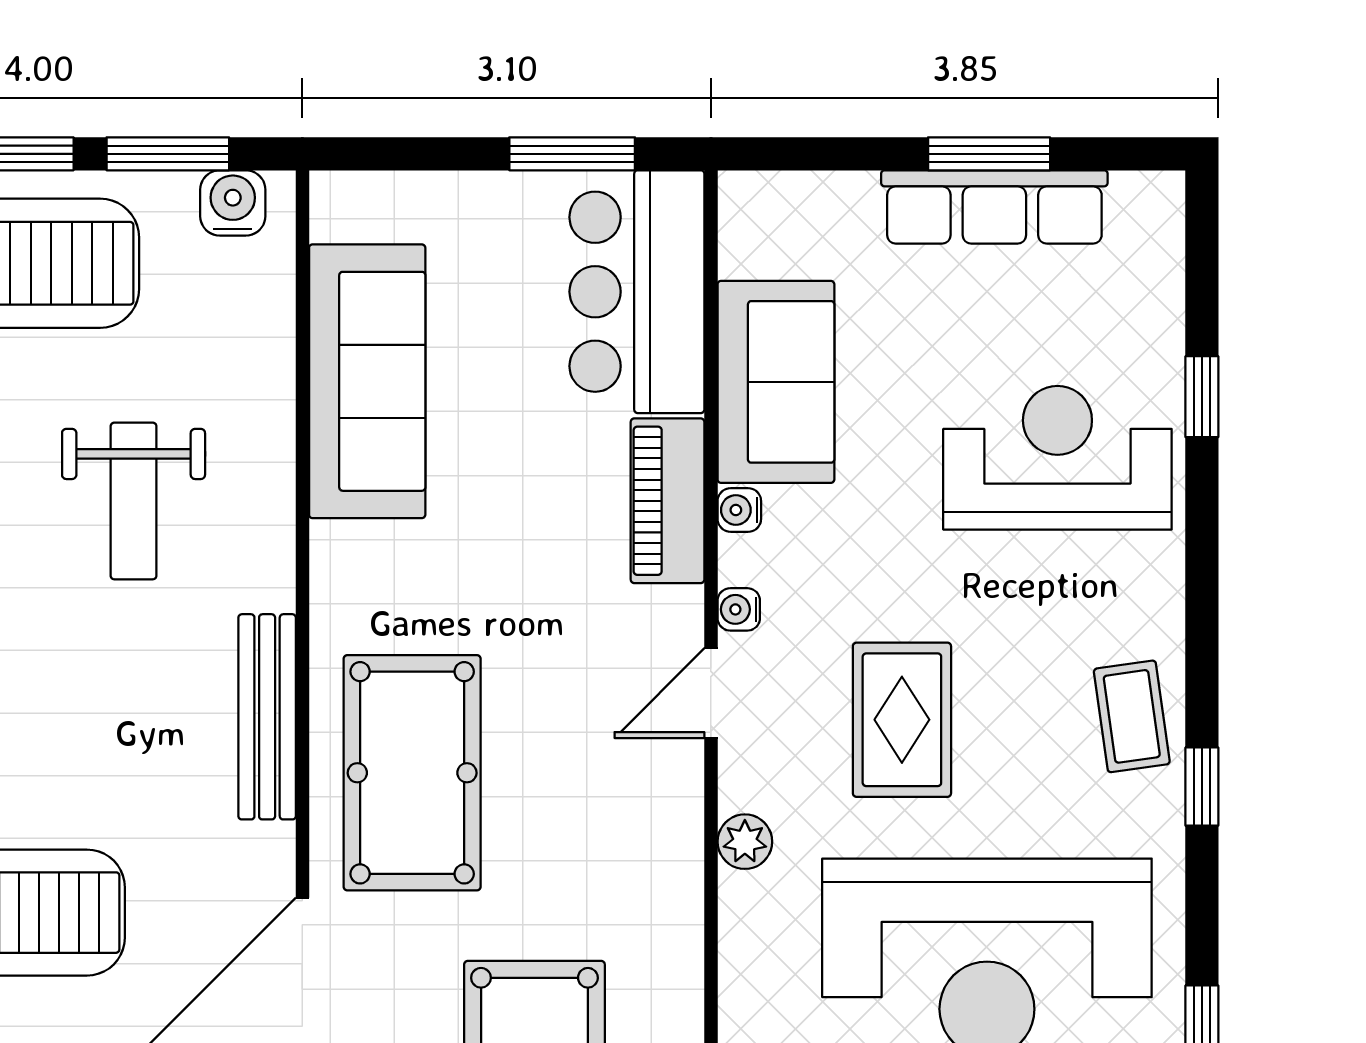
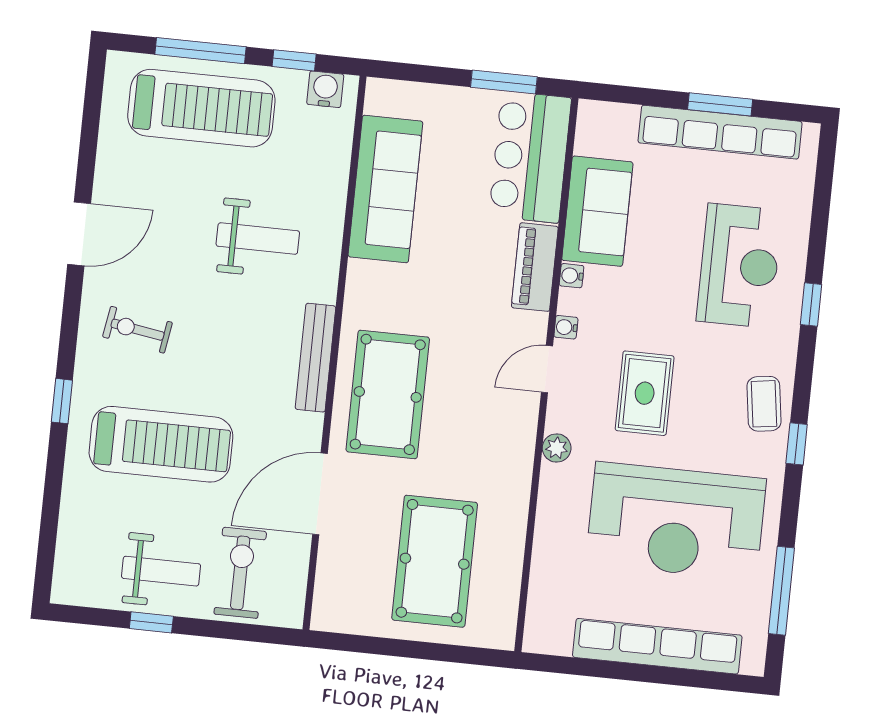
window: (168, 154) -> (294, 60), width x0.67
row of seats: (994, 207) -> (720, 132), width x1.36
window: (1202, 397) -> (811, 305), moved
reception desk: (1057, 458) -> (739, 266), turned 90
weight bench: (134, 501) -> (258, 239), turned -90

